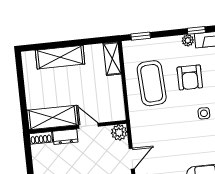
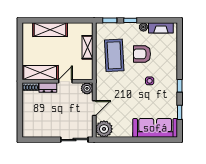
window: (196, 30) -> (130, 20), moved
shelving: (112, 59) -> (88, 47), moved
armchair: (190, 77) -> (142, 54), turned 90
door: (88, 126) -> (65, 81), hinge flipped

